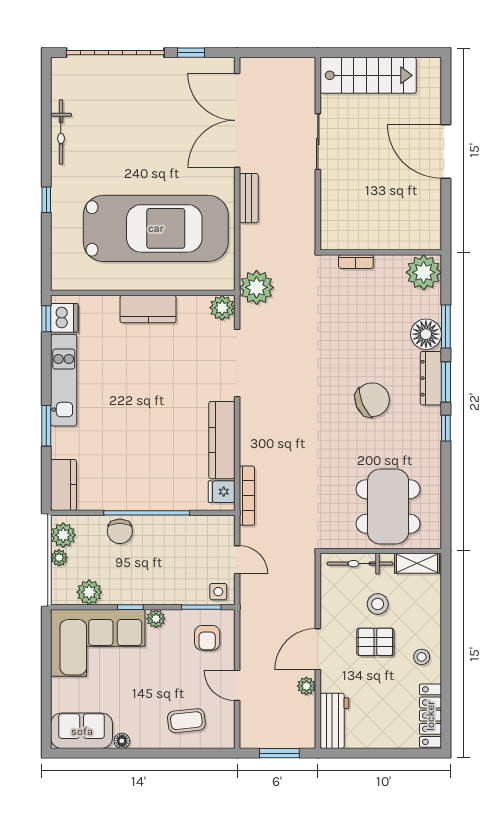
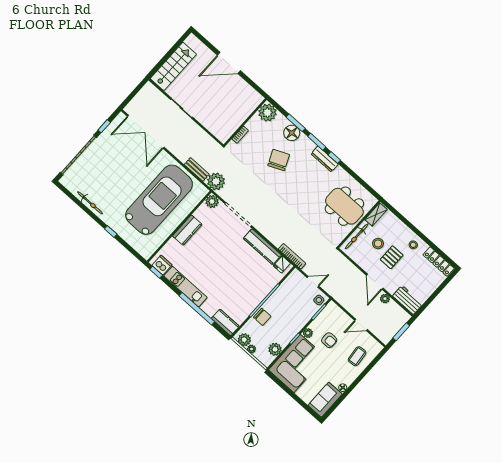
bench: (249, 198) -> (197, 169), moved
dresser: (431, 378) -> (325, 159), moved
chair: (372, 400) -> (279, 160), moved
window: (46, 426) -> (197, 309), width x2.11
armchair: (207, 638) -> (329, 340), moved

